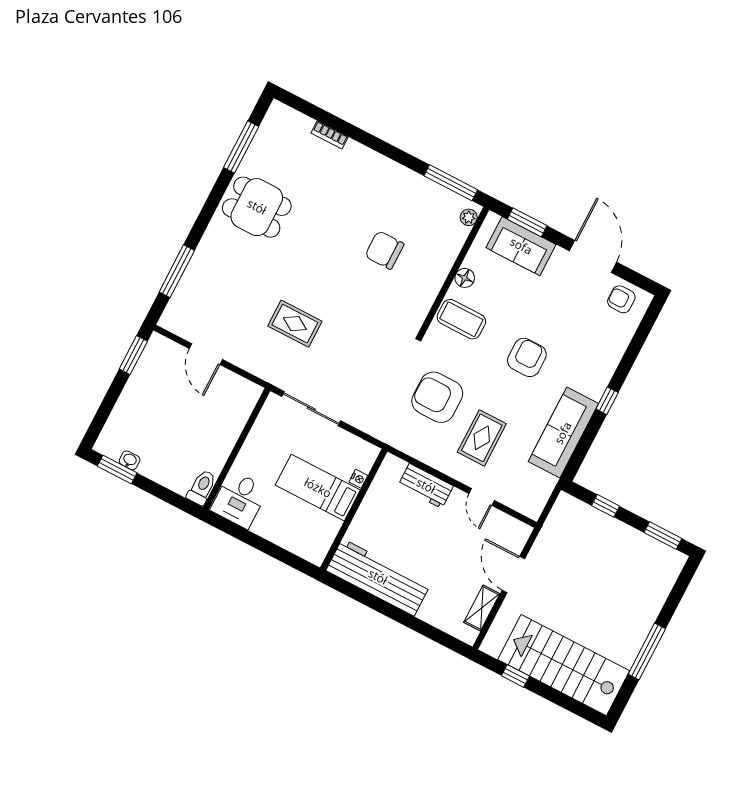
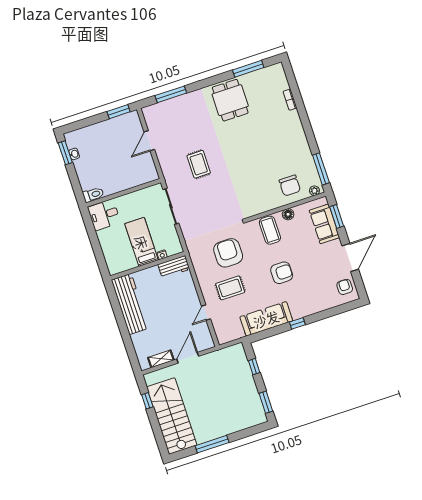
chair: (384, 250) -> (290, 186), moved, turned 180
workbench: (426, 486) -> (174, 267), moved, turned -90

